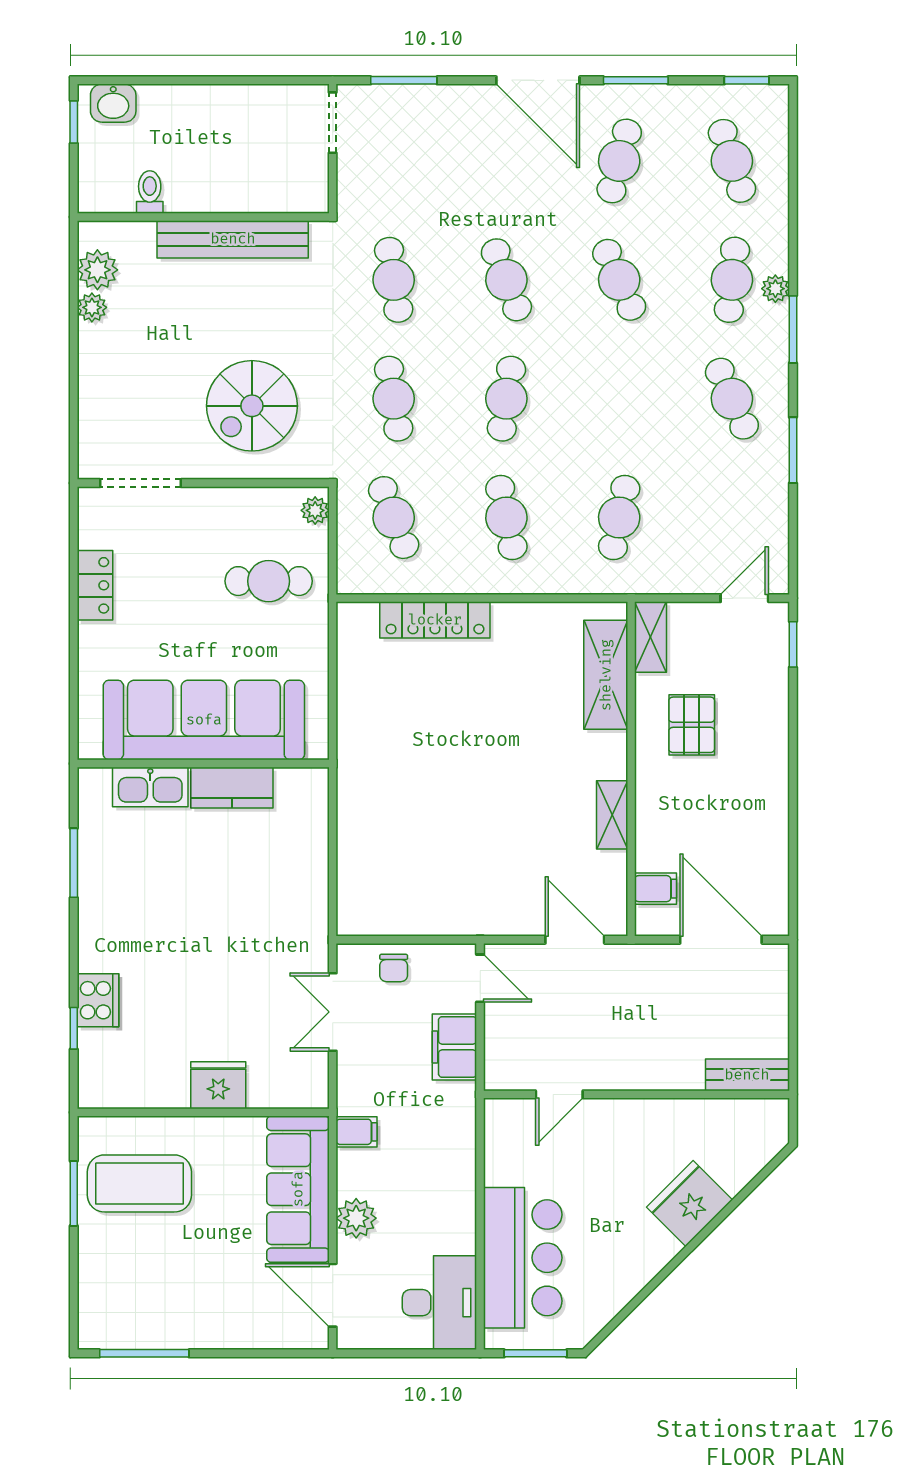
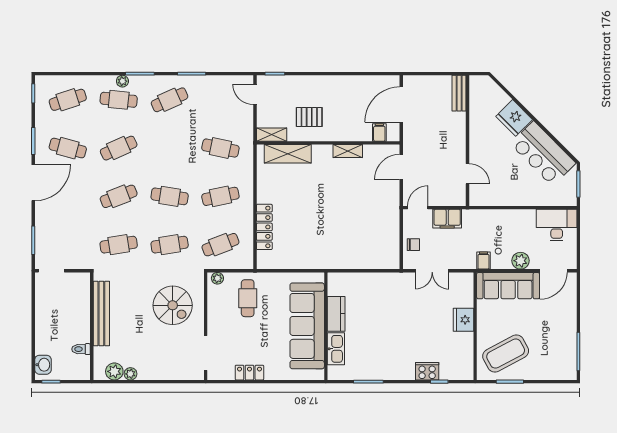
coffee table: (139, 1183) -> (506, 354), turned 62
bar counter: (523, 1258) -> (543, 154), moved, turned -135

